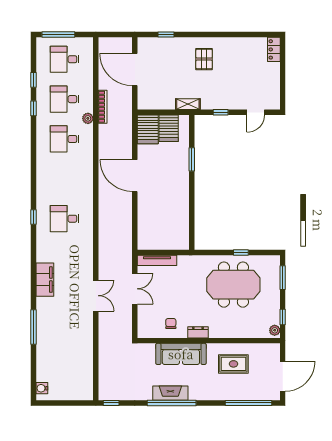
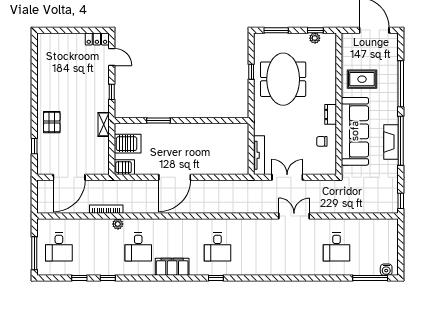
locker: (274, 49) -> (97, 39), moved
pallet: (204, 59) -> (52, 122), moved, turned 90
desk: (65, 99) -> (337, 247), moved
server rack: (148, 129) -> (124, 167), width x0.73, depth x0.70
filing cabinet: (45, 280) -> (172, 267), moved
window: (34, 327) -> (370, 278), moved
plant: (275, 330) -> (315, 38), moved
sofa: (181, 354) -> (355, 131), width x1.36, depth x1.27
rug: (233, 364) -> (362, 79), turned 90
window: (249, 403) -> (401, 84), moved

